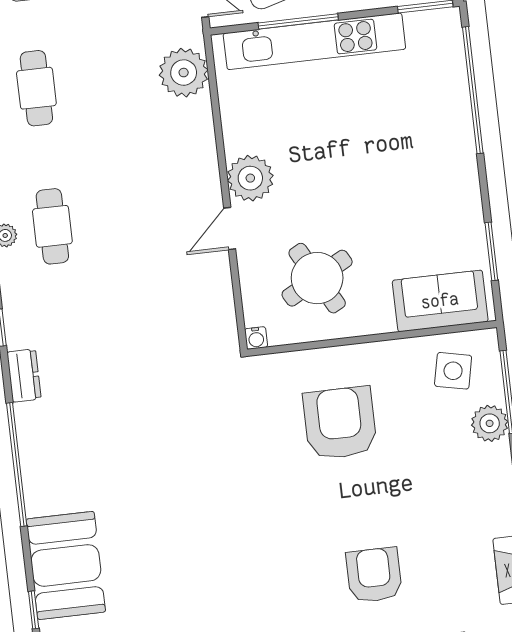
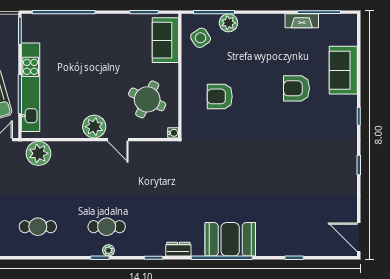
round table: (317, 278) -> (147, 99), turned -36
side table: (453, 371) -> (201, 38), turned 45
armchair: (340, 423) -> (220, 96), width x0.73, depth x0.73
booth: (66, 565) -> (230, 239), moved

